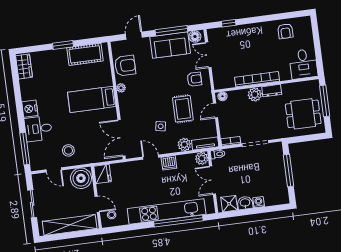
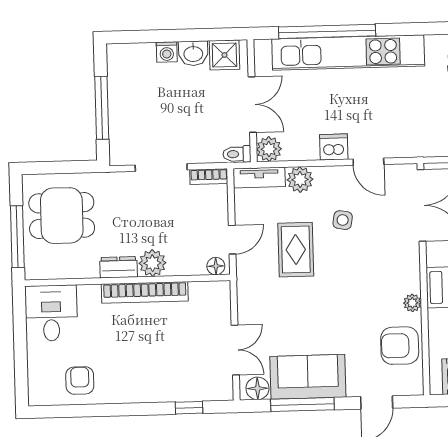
armchair: (194, 79) -> (267, 305), removed

